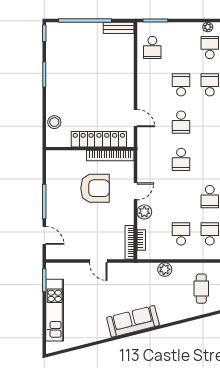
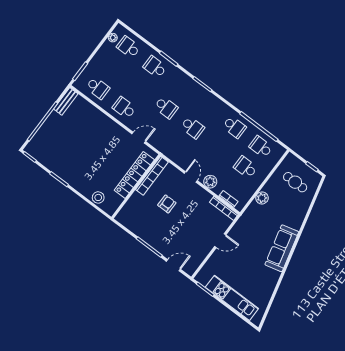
school desk: (181, 85) -> (124, 108), moved
armchair: (95, 188) -> (167, 204), width x0.53, depth x0.53

